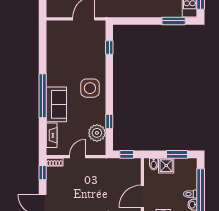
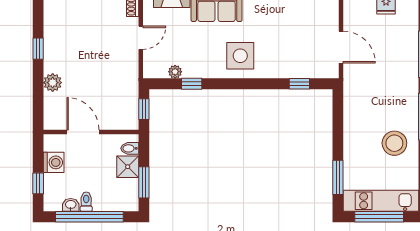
plant: (97, 133) -> (175, 72), width x0.53, depth x0.53
door: (78, 157) -> (141, 38), hinge flipped

